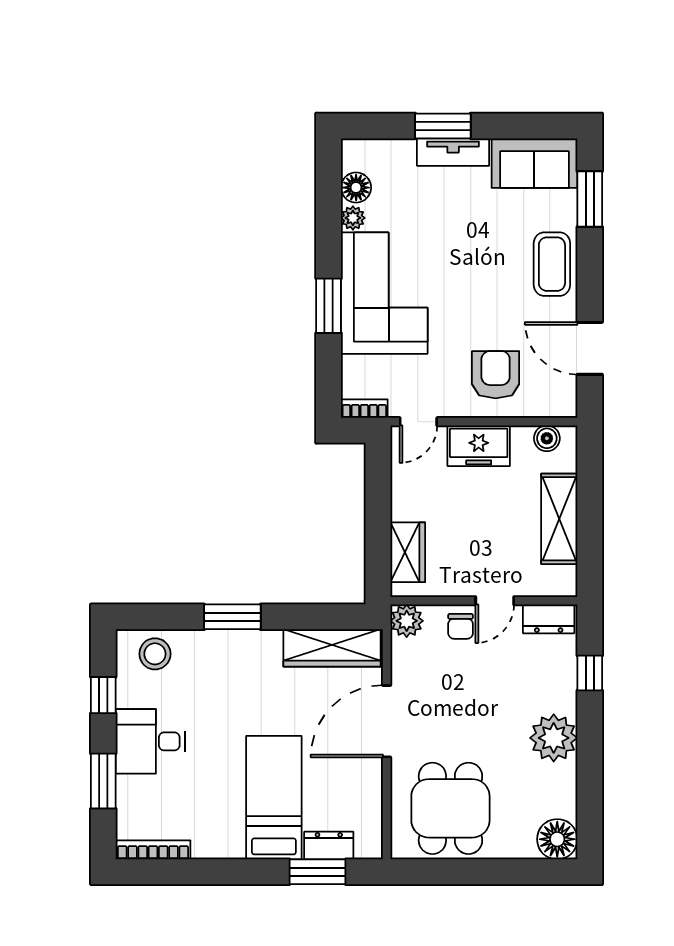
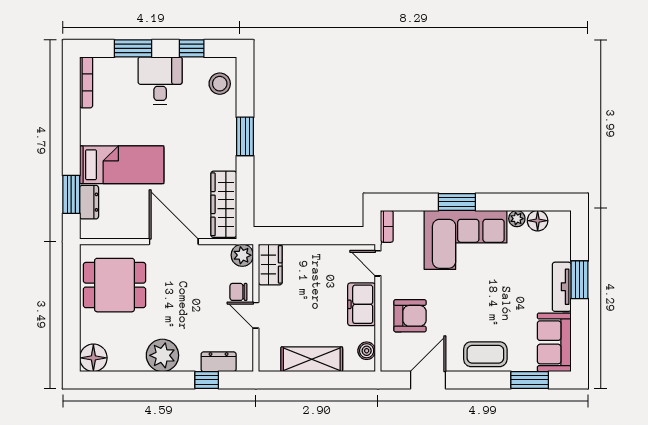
wardrobe: (408, 552) -> (270, 264), moved, turned -90
dresser: (549, 619) -> (219, 362), moved, turned 90

